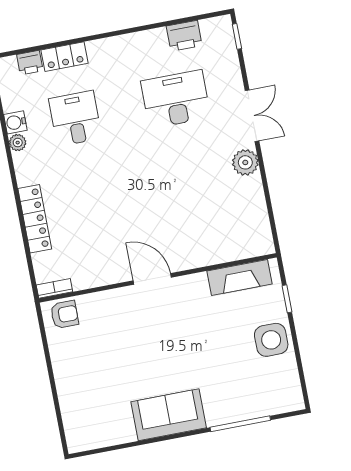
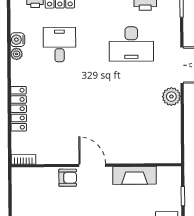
desk: (176, 99) -> (131, 44), turned 180
fireplace: (239, 277) -> (134, 175), moved
armchair: (64, 314) -> (68, 178), moved

